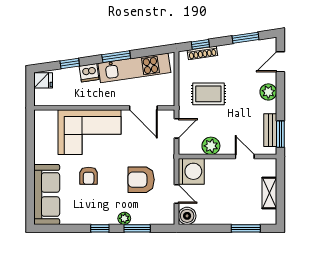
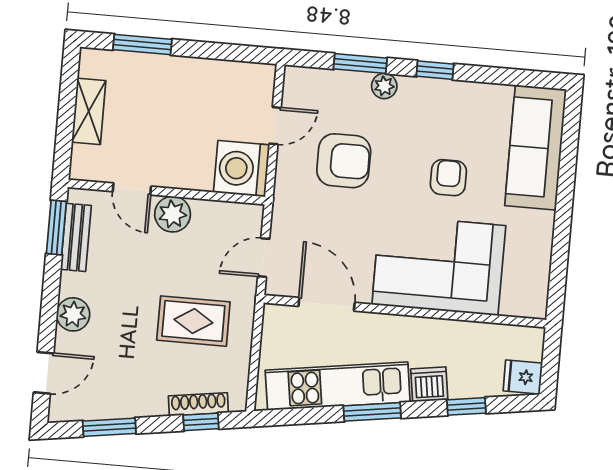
plant: (211, 146) -> (173, 214), moved
door: (176, 194) -> (275, 126), swing flipped
boiler: (187, 216) -> (258, 80), removed

